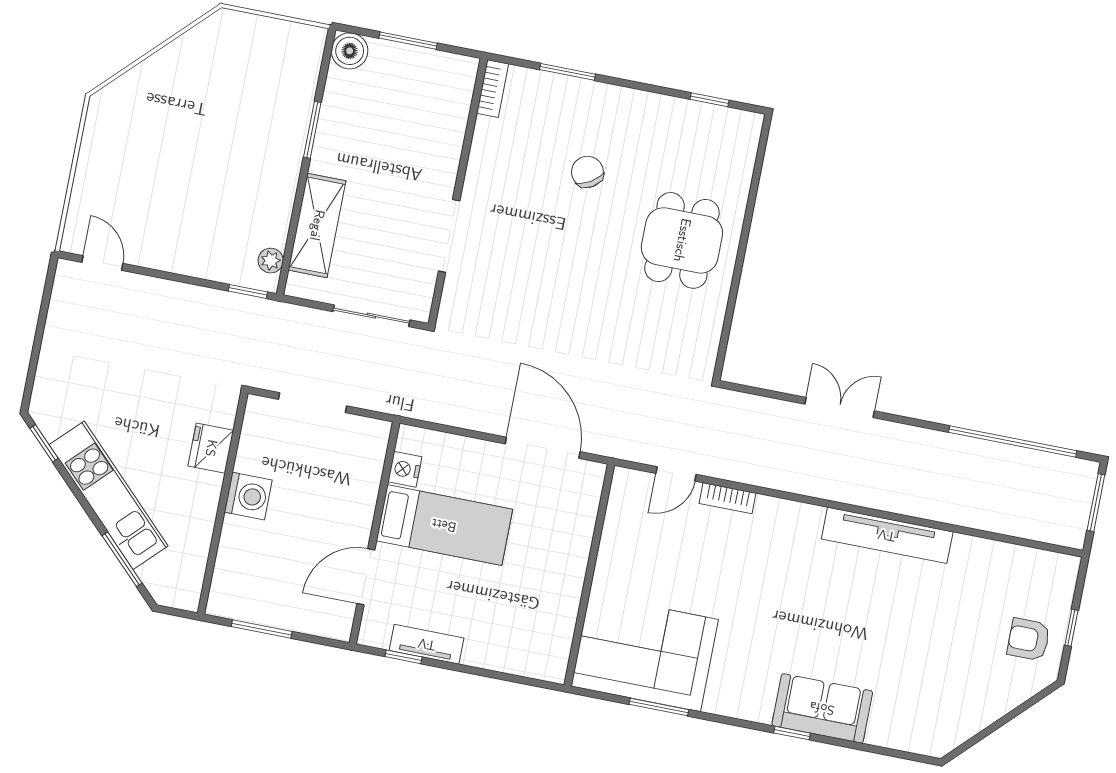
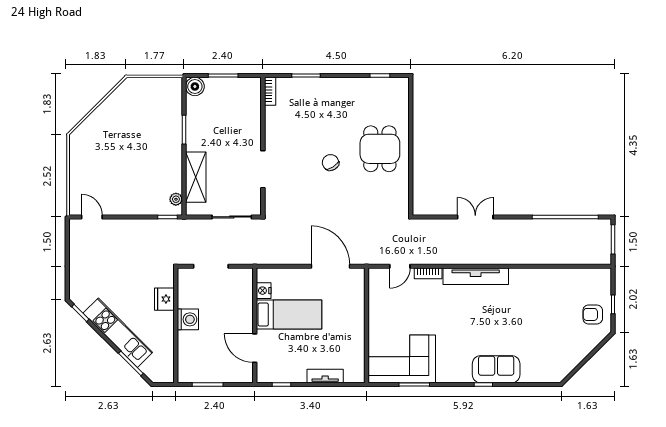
chair: (587, 172) -> (331, 163), moved
tv unit: (887, 535) -> (476, 276), moved
door: (366, 577) -> (255, 348), hinge flipped
tv unit: (427, 644) -> (325, 376), moved

